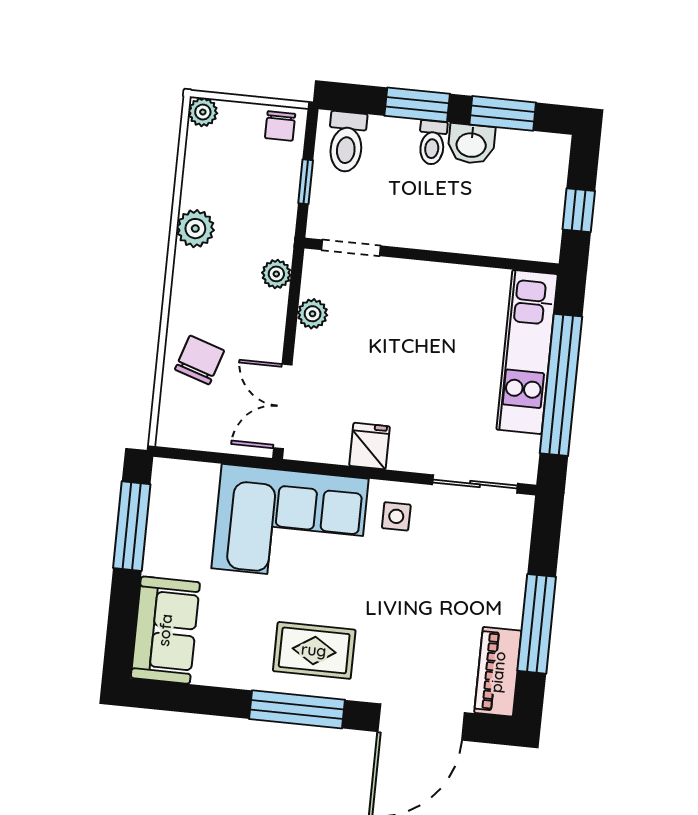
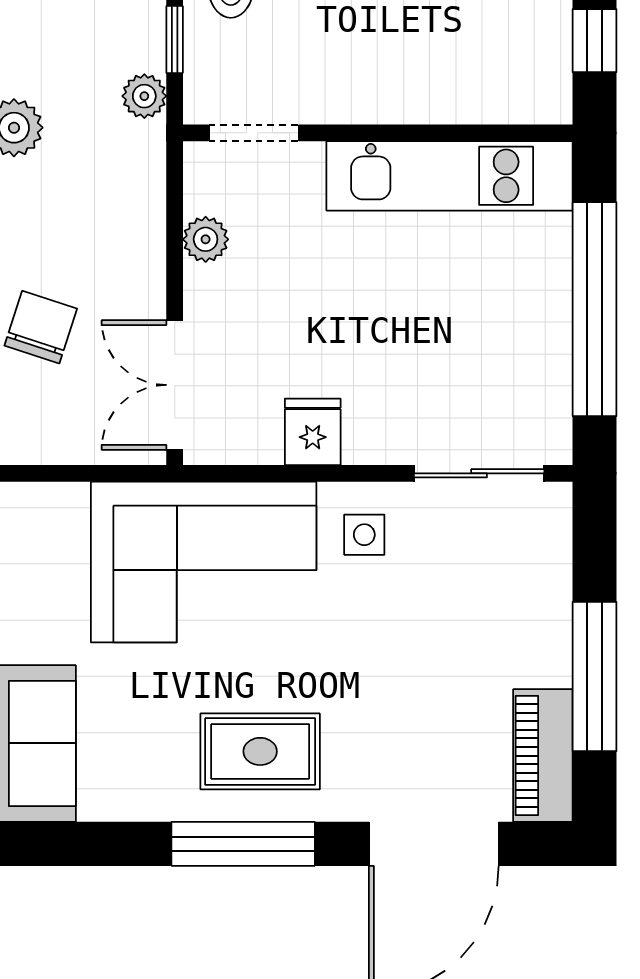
plant: (276, 274) -> (144, 96), moved
kitchen unit: (527, 352) -> (449, 176), moved, turned -90

